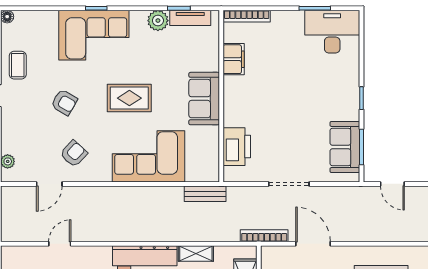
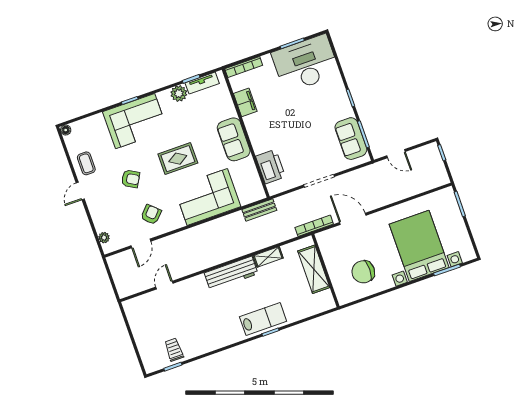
desk: (332, 32) -> (306, 64), width x1.36, depth x1.30

